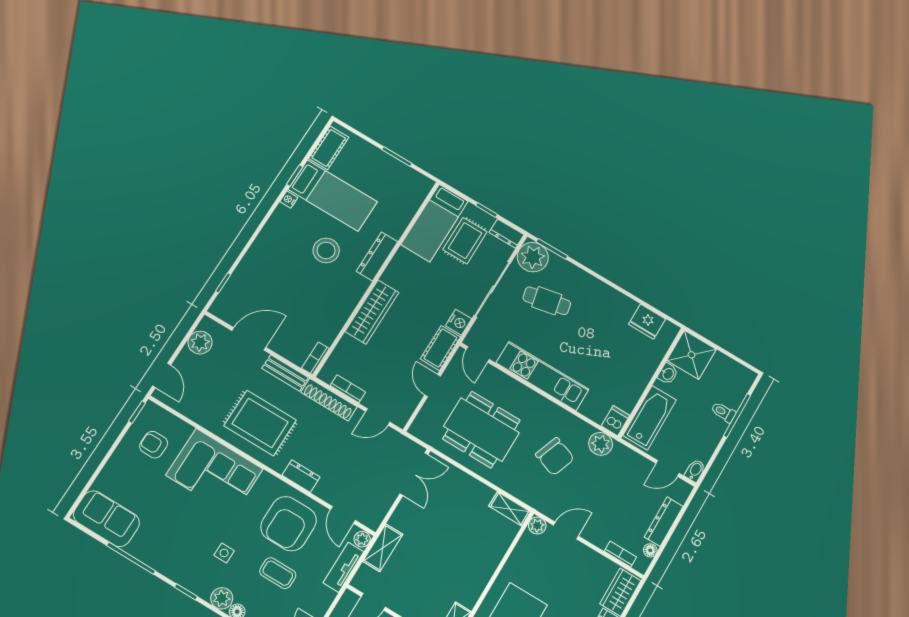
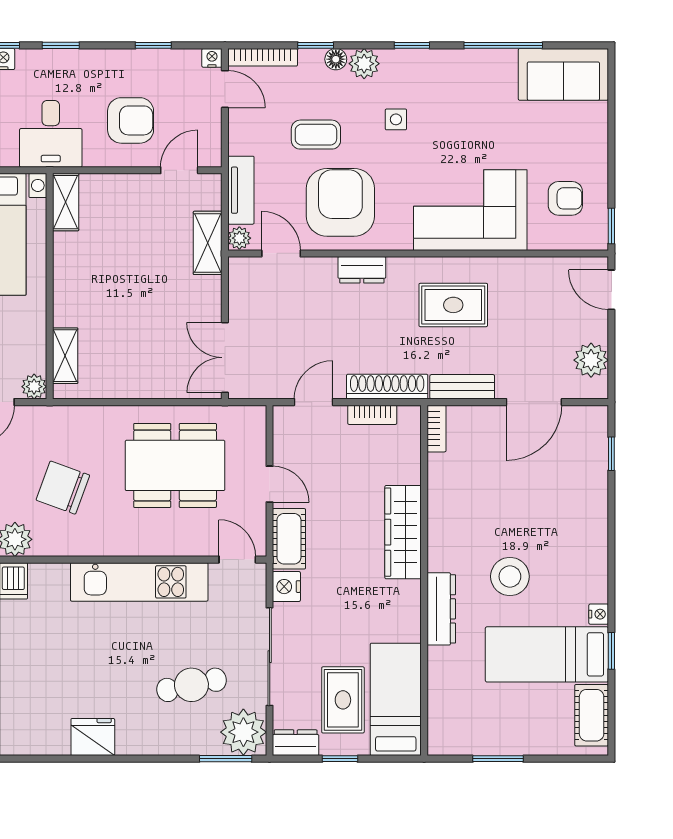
fridge: (647, 322) -> (93, 737), moved
rug: (260, 423) -> (453, 305), width x0.73, depth x0.70
shelving: (510, 509) -> (65, 356), moved, turned 90

